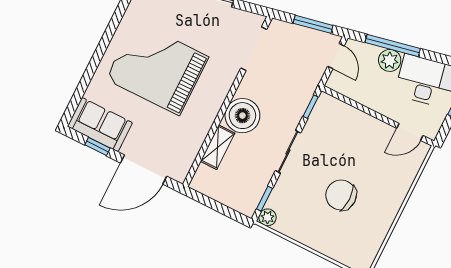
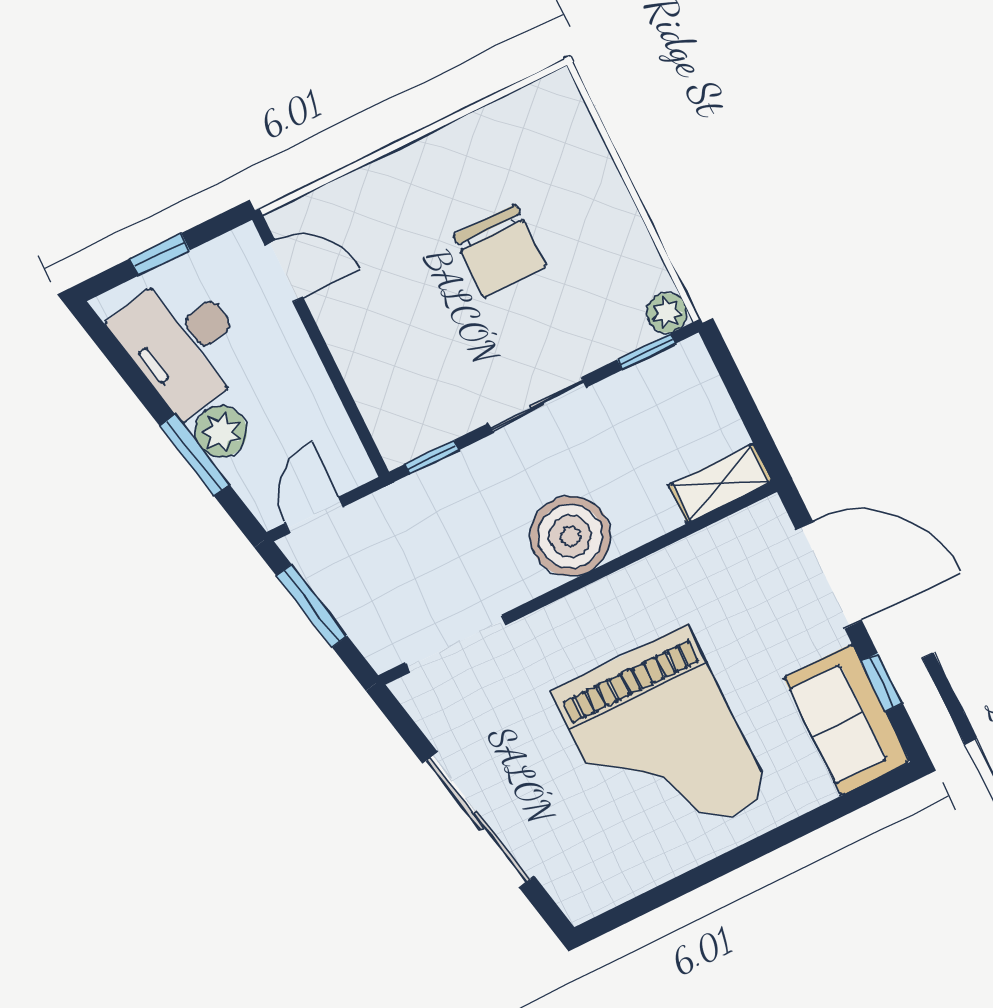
window: (393, 45) -> (194, 455), width x0.69
shelving: (218, 147) -> (720, 483), moved

